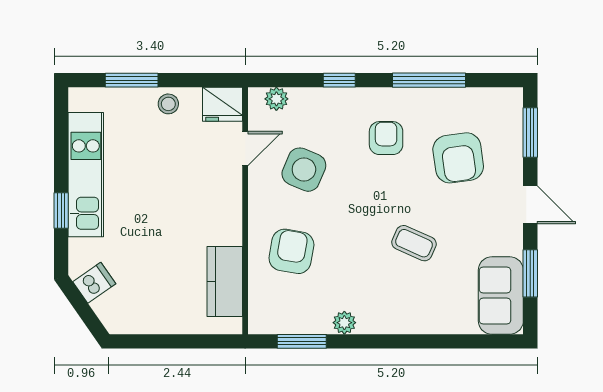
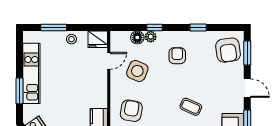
window: (429, 80) -> (198, 28), width x0.46
plant: (276, 99) -> (151, 37), moved
floor lamp: (304, 101) -> (137, 37), added
armchair: (458, 158) -> (228, 50), moved
window: (61, 210) -> (19, 91), width x1.50

